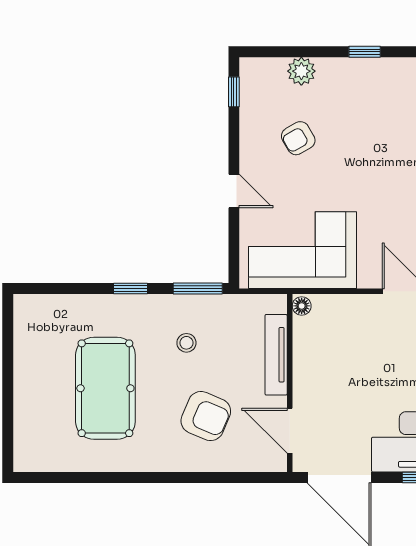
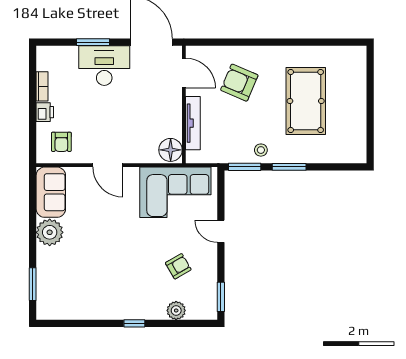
window: (234, 92) -> (221, 297), width x1.50
window: (131, 289) -> (289, 167), width x1.50
floor lamp: (302, 306) -> (171, 150), width x1.89, depth x1.89
stool: (186, 343) -> (261, 150), moved

